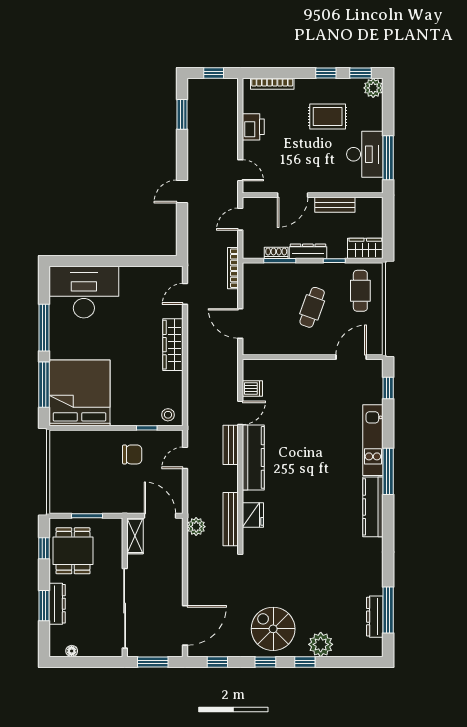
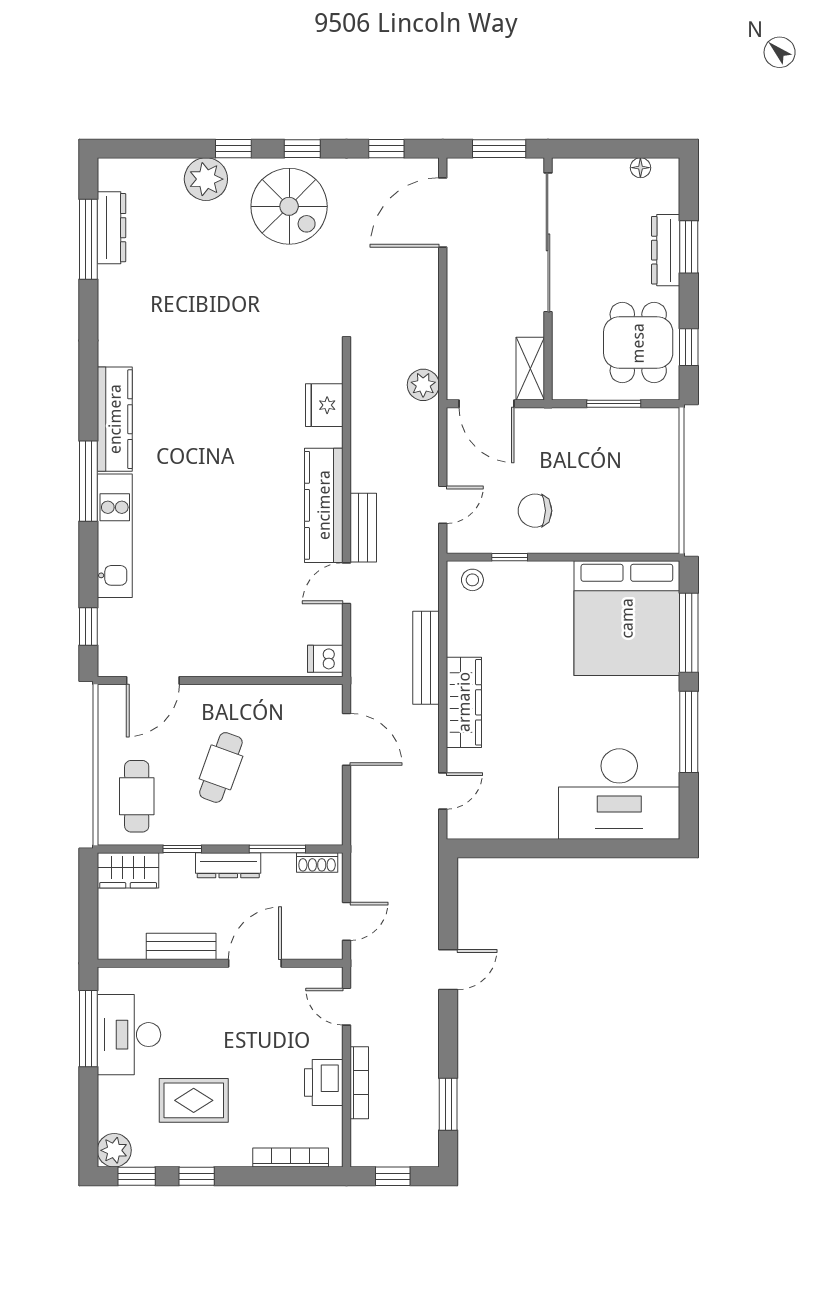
shoe rack: (276, 253) -> (317, 862), moved
bookcase: (233, 268) -> (359, 1083), moved
dishwasher: (252, 388) -> (325, 659), moved
bench: (231, 519) -> (426, 658), moved

